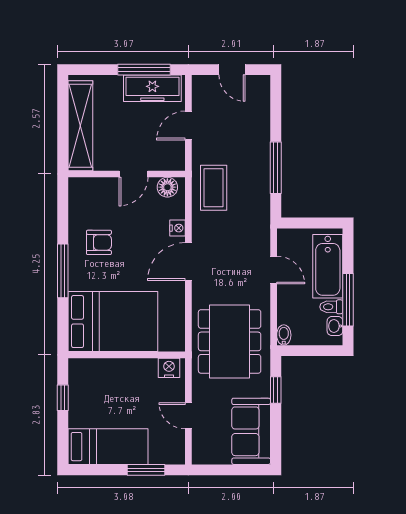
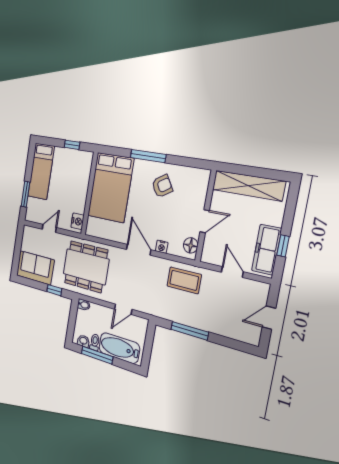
window: (144, 70) -> (283, 246), width x0.46
door: (133, 174) -> (205, 221), swing flipped
armchair: (99, 242) -> (162, 186), turned -122

